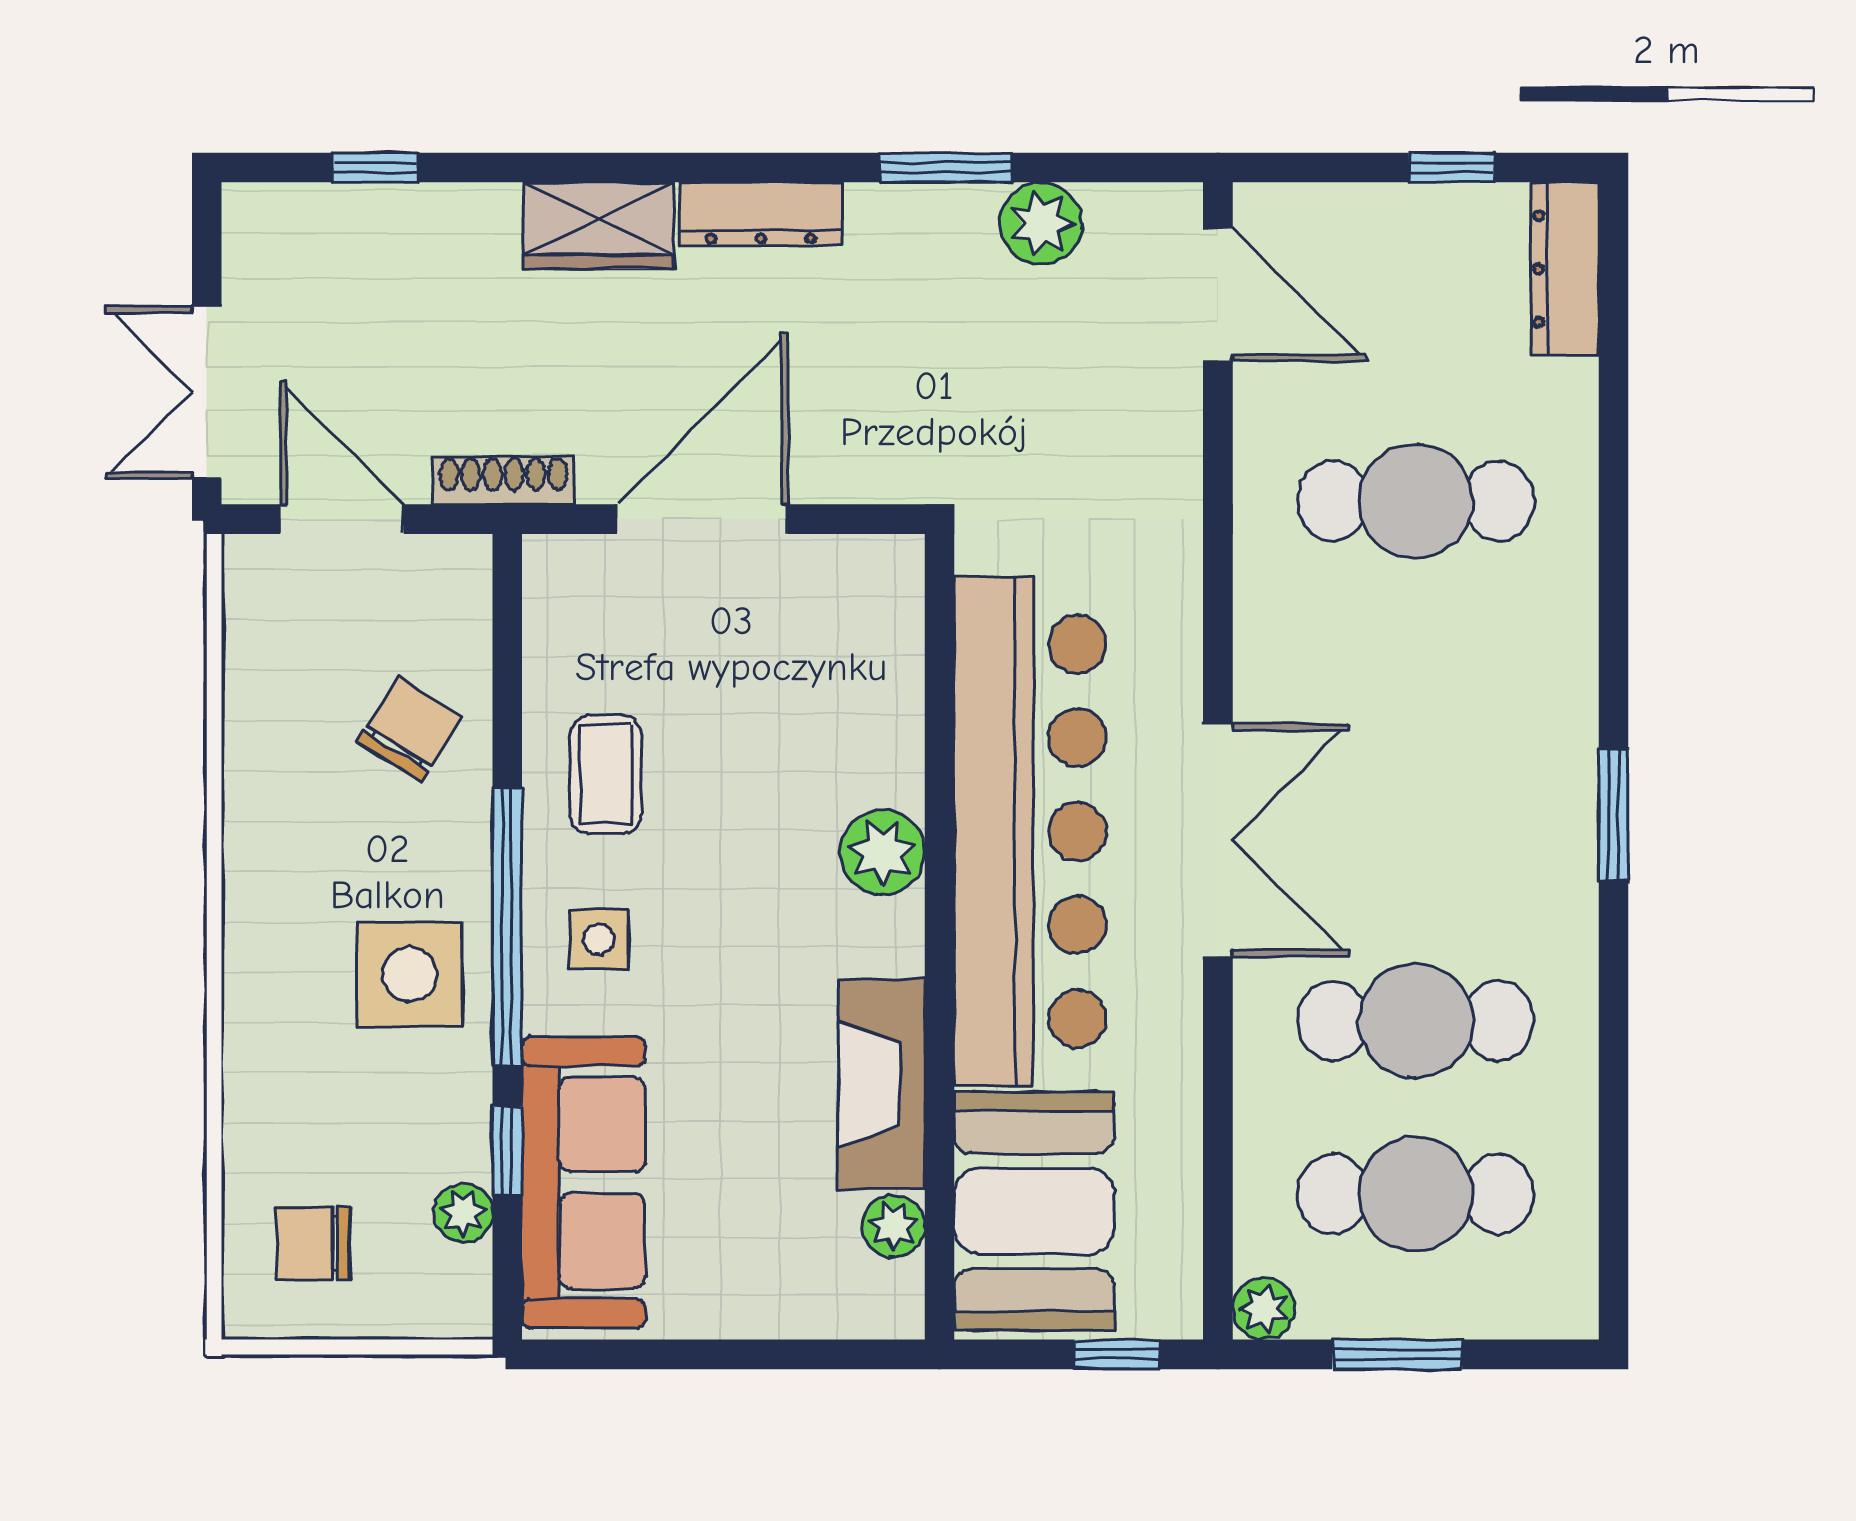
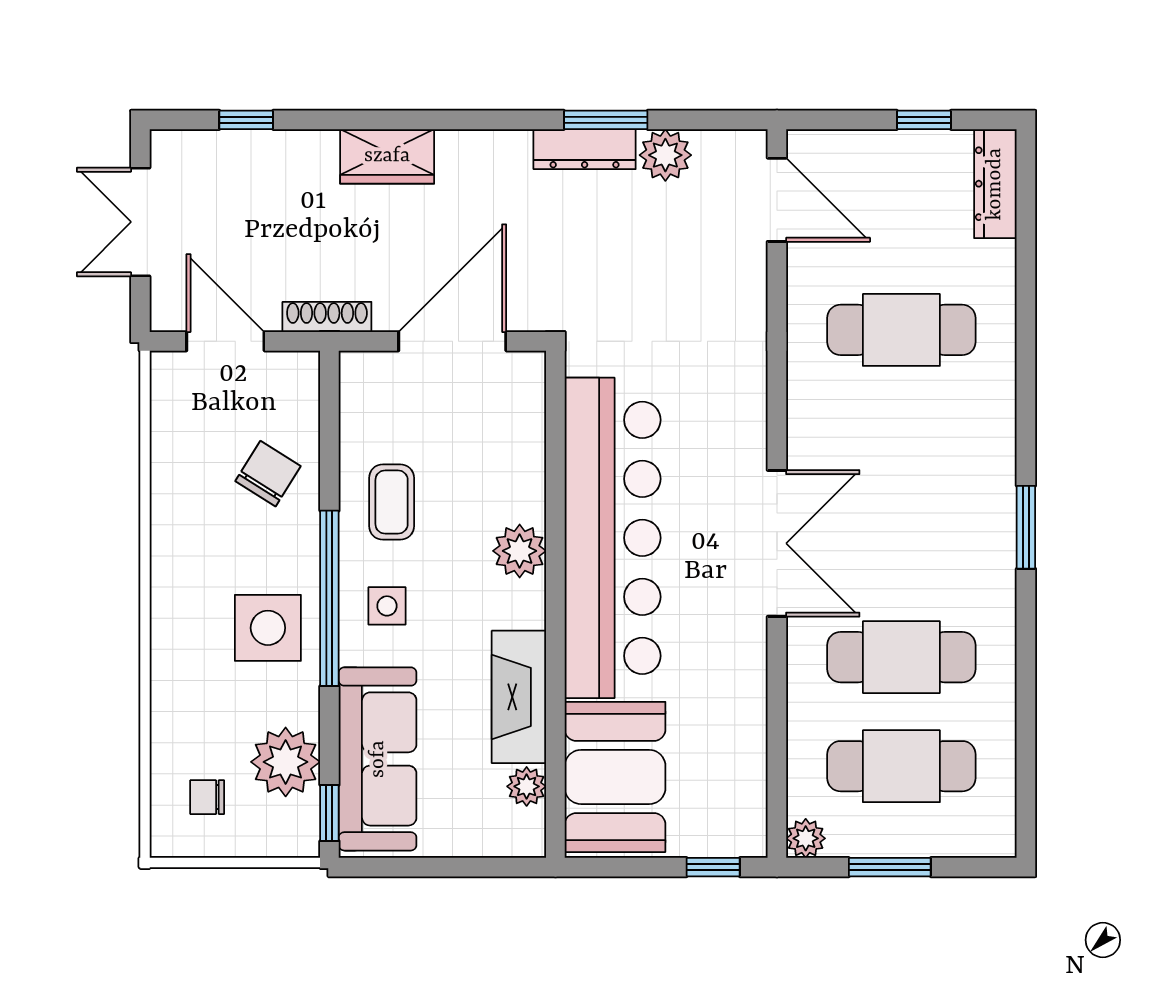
dresser: (761, 214) -> (585, 149), moved
double door: (207, 392) -> (140, 222), moved
bar counter: (1030, 831) -> (613, 538), moved
plant: (882, 852) -> (520, 551), moved
wall: (939, 937) -> (555, 604), moved
fireplace: (882, 1084) -> (519, 697), moved
window: (507, 1151) -> (329, 813), moved
booth: (1034, 1211) -> (615, 777), moved
plant: (463, 1213) -> (286, 762), width x1.88, depth x1.88
plant: (894, 1226) -> (527, 786), moved
chair: (313, 1243) -> (207, 797), width x0.73, depth x0.73

